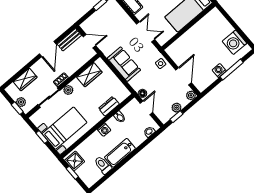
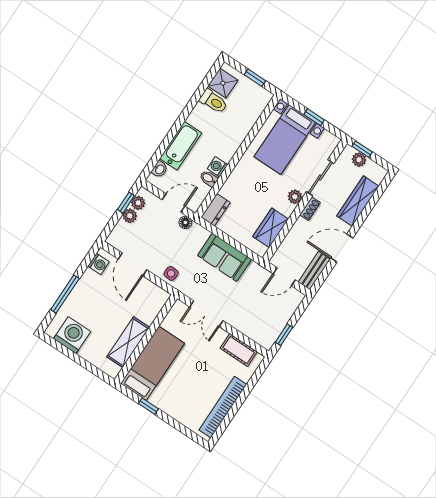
shelving: (200, 28) -> (128, 342), added
door: (48, 49) -> (342, 248), hinge flipped
washing machine: (219, 70) -> (99, 264), moved
wardrobe: (25, 79) -> (358, 201), width x1.50
plant: (191, 95) -> (138, 203), moved
dresser: (109, 106) -> (216, 210), moved
door: (146, 108) -> (174, 203), swing flipped
washing machine: (104, 130) -> (217, 167), moved
bathtub: (120, 153) -> (181, 146), moved
shower: (75, 161) -> (223, 83), moved

